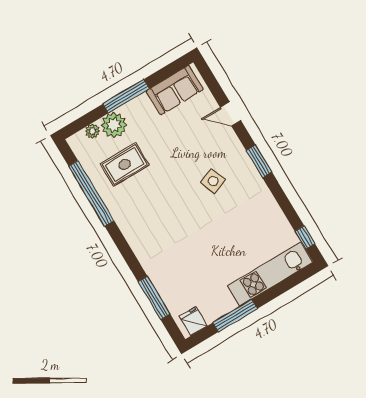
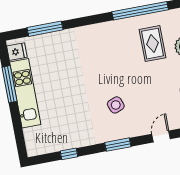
window: (305, 237) -> (69, 154), moved
kitchen unit: (270, 274) -> (25, 93), moved

